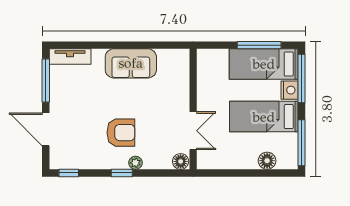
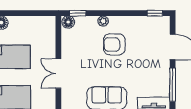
double door: (193, 131) -> (58, 74), moved
window: (122, 173) -> (78, 13), moved

